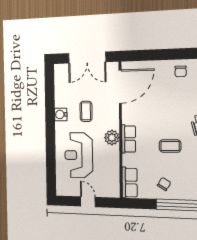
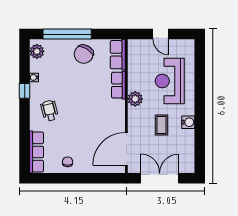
row of seats: (129, 139) -> (118, 85), moved
coffee table: (170, 146) -> (78, 91), removed
reception desk: (79, 155) -> (170, 81), turned 180
chair: (164, 184) -> (84, 54), width x1.87, depth x1.87

